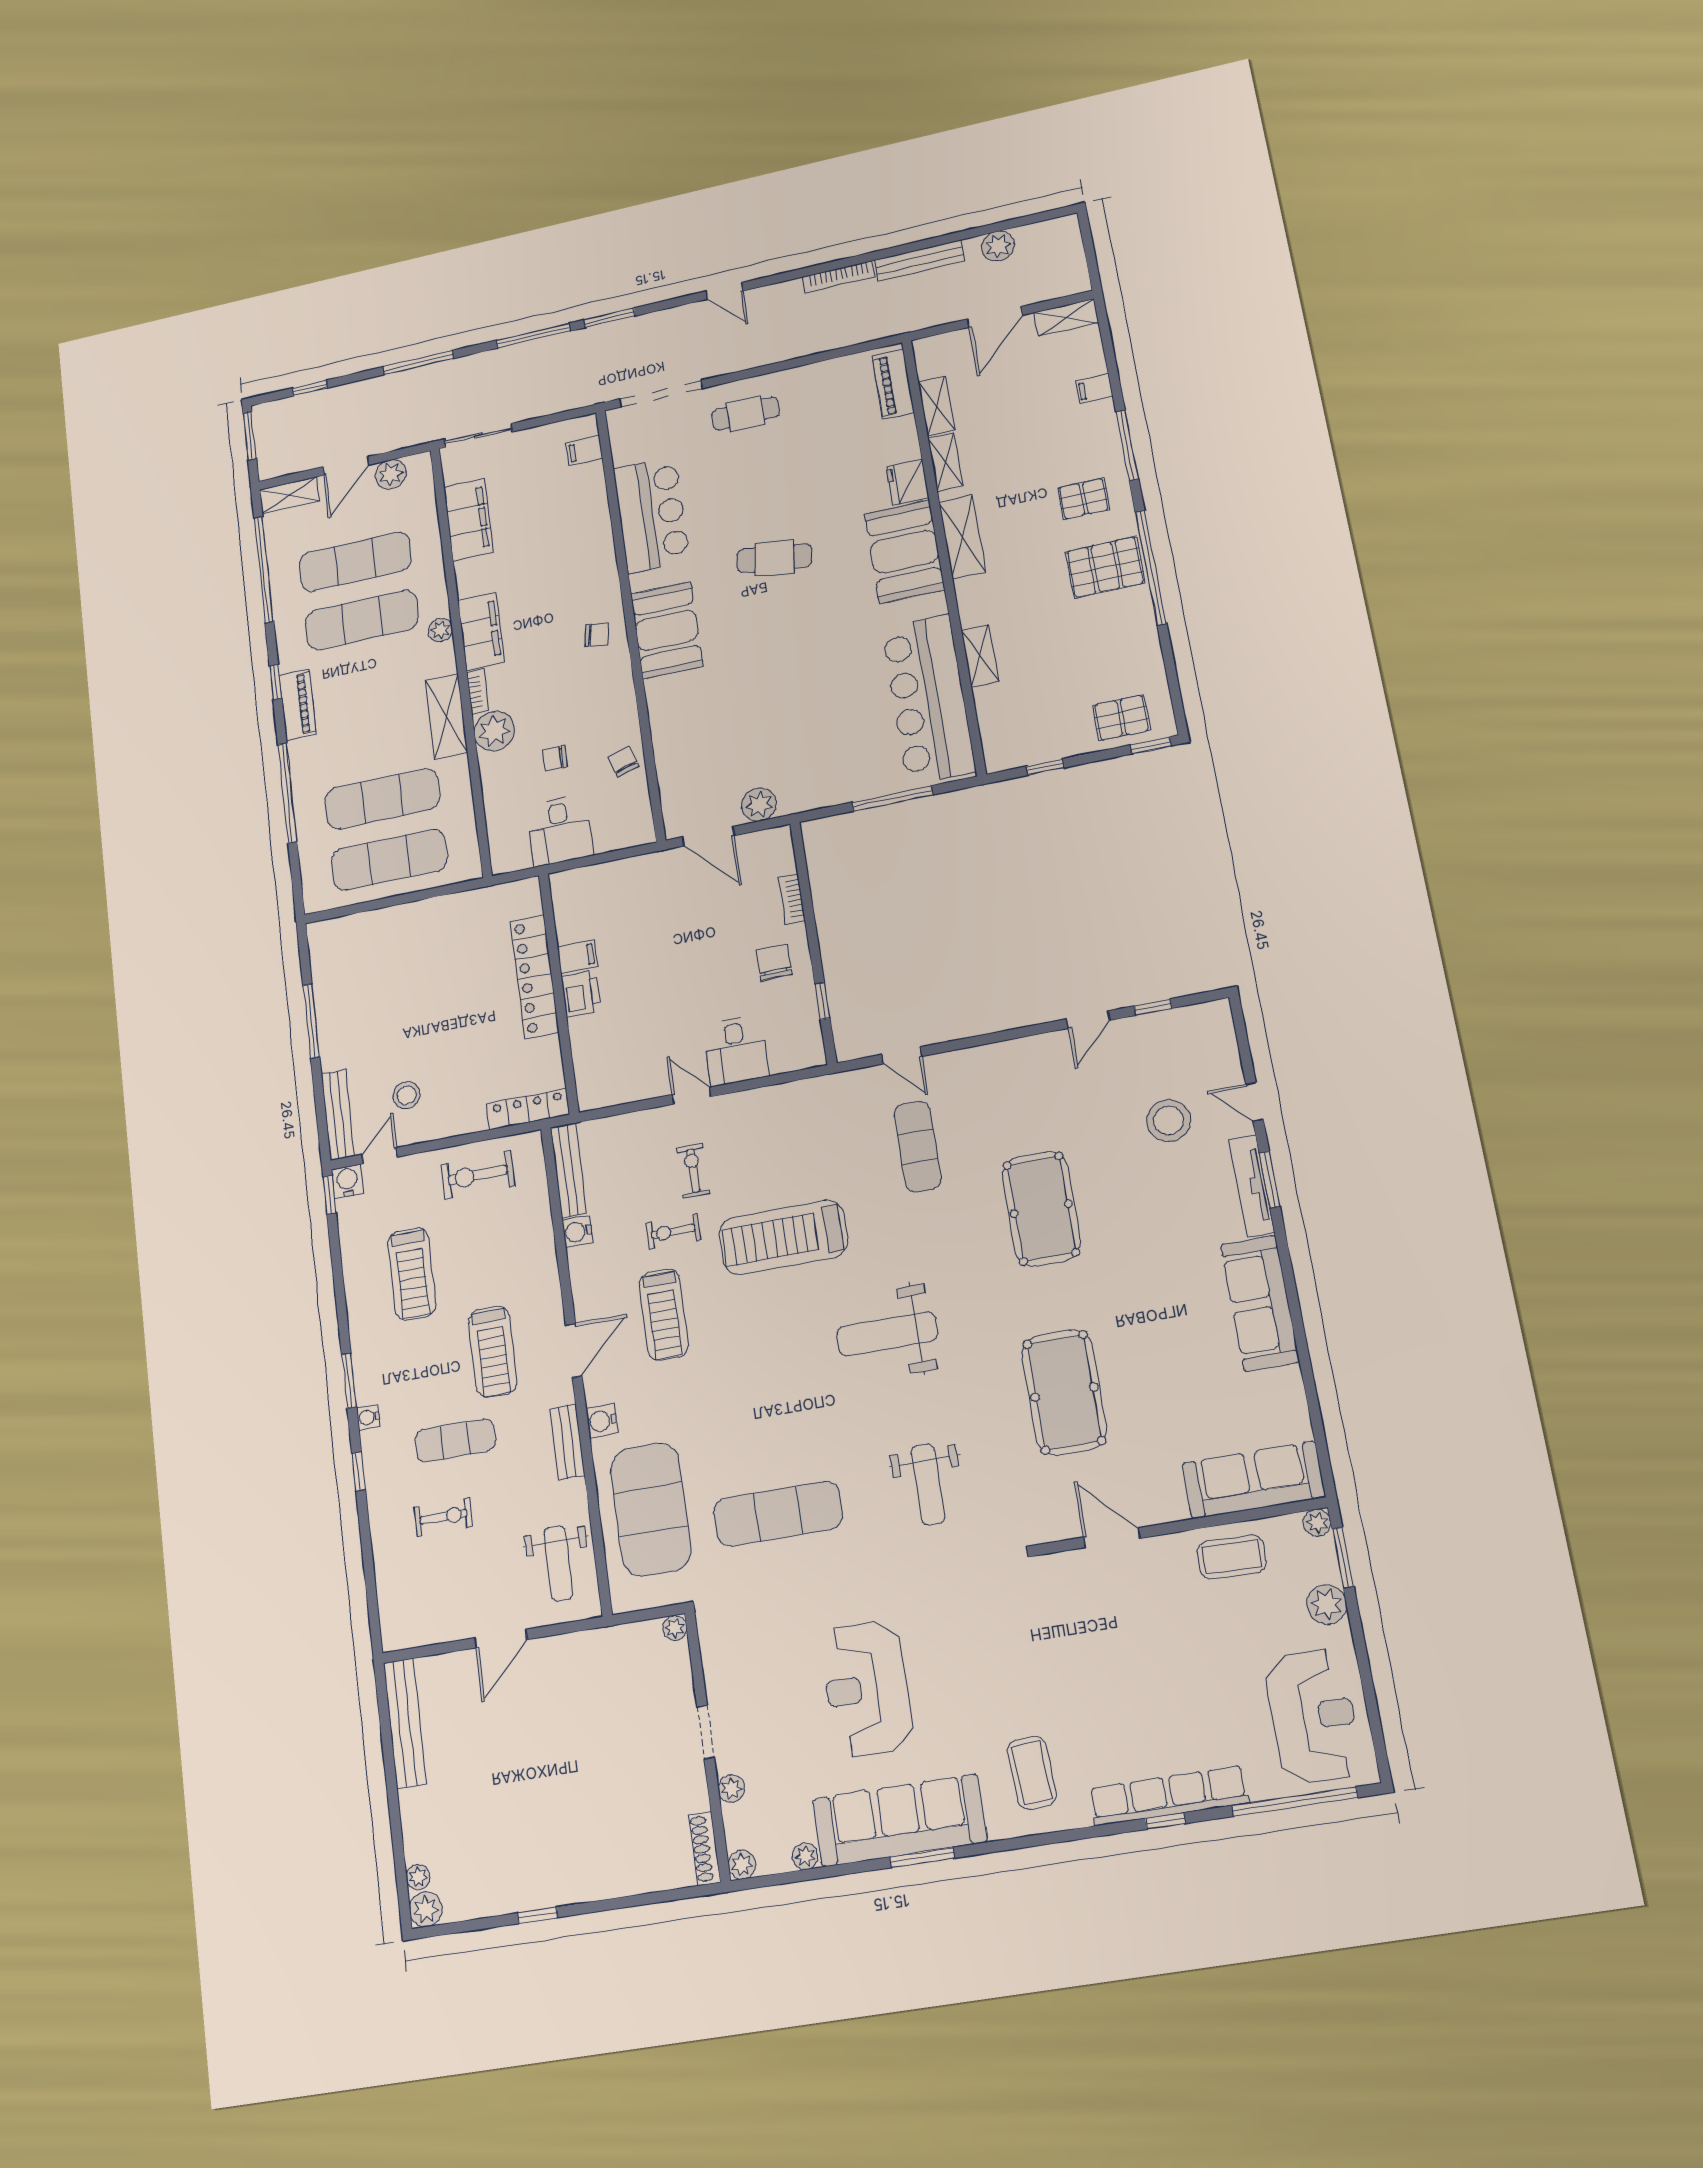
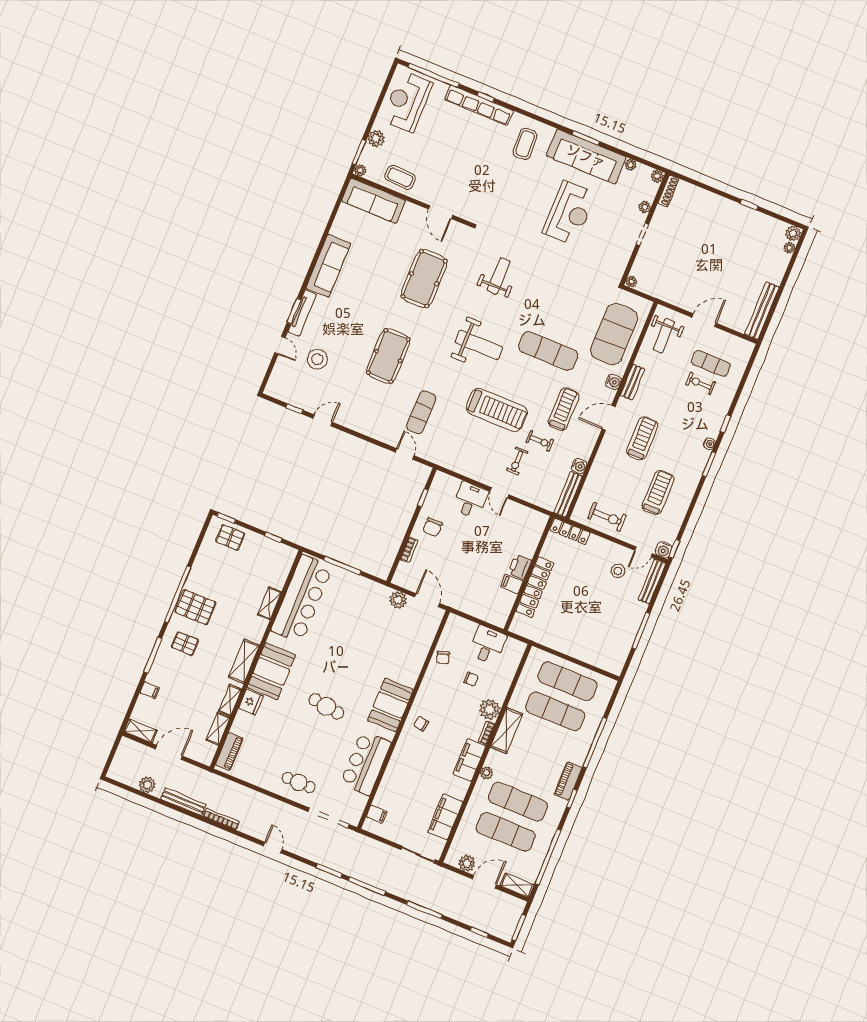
exercise mat: (455, 1440) -> (711, 363), moved
exercise mat: (778, 1514) -> (548, 351), moved
weight bench: (558, 1563) -> (664, 336), turned 180

